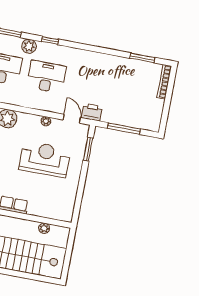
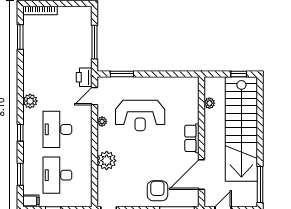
plant: (29, 46) -> (30, 101), moved
reception desk: (45, 159) -> (140, 115), turned -90
window: (67, 262) -> (239, 74), added

